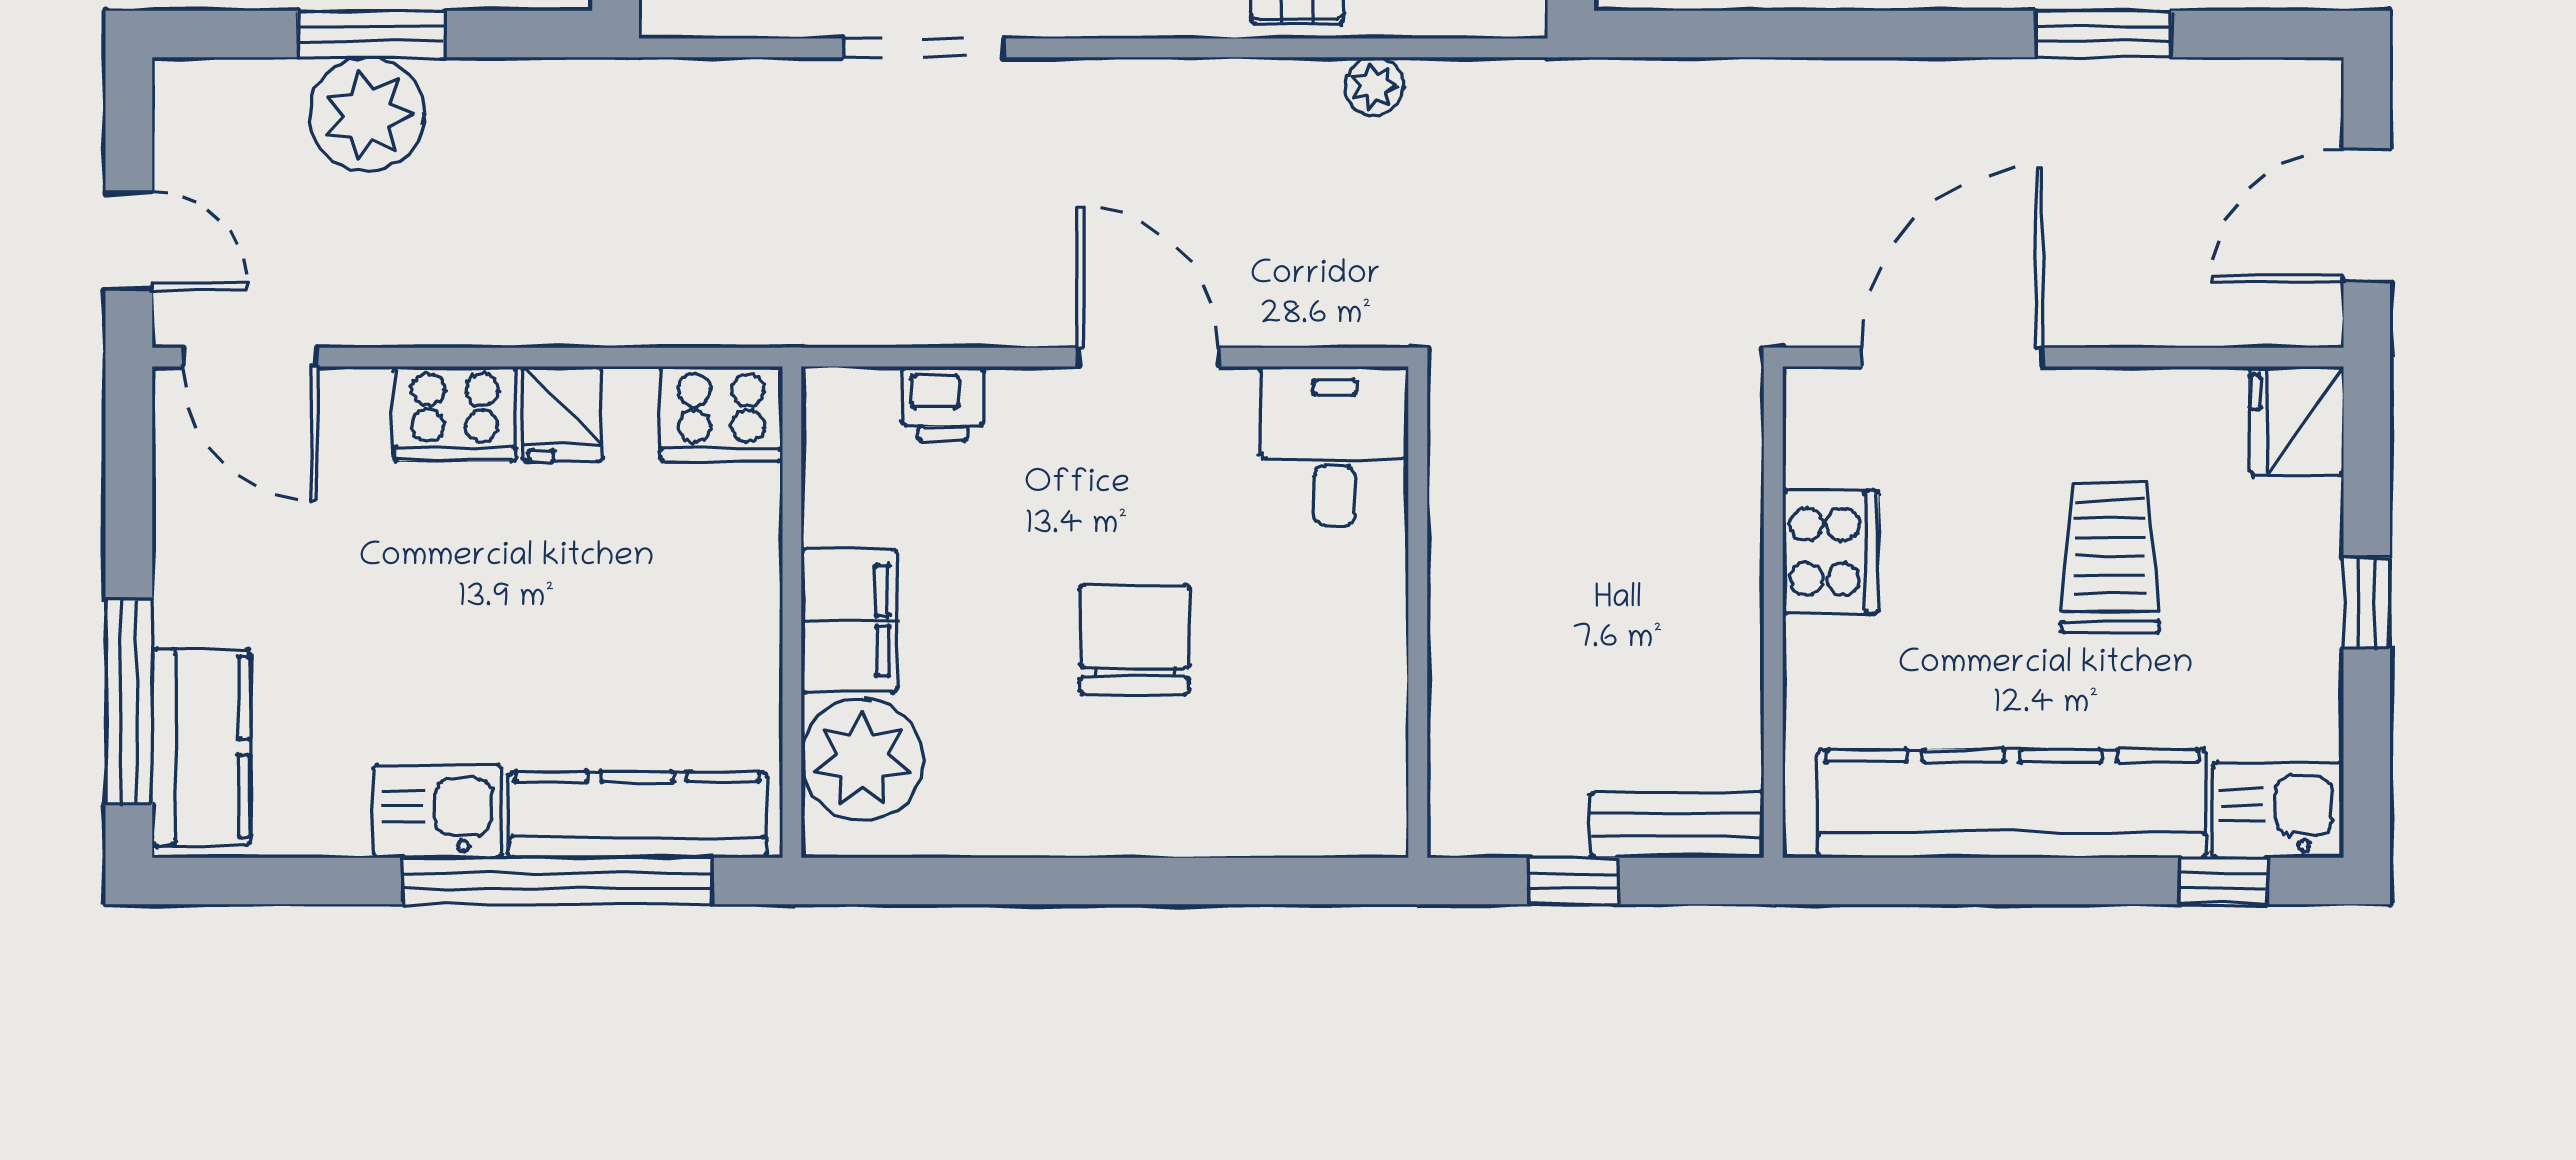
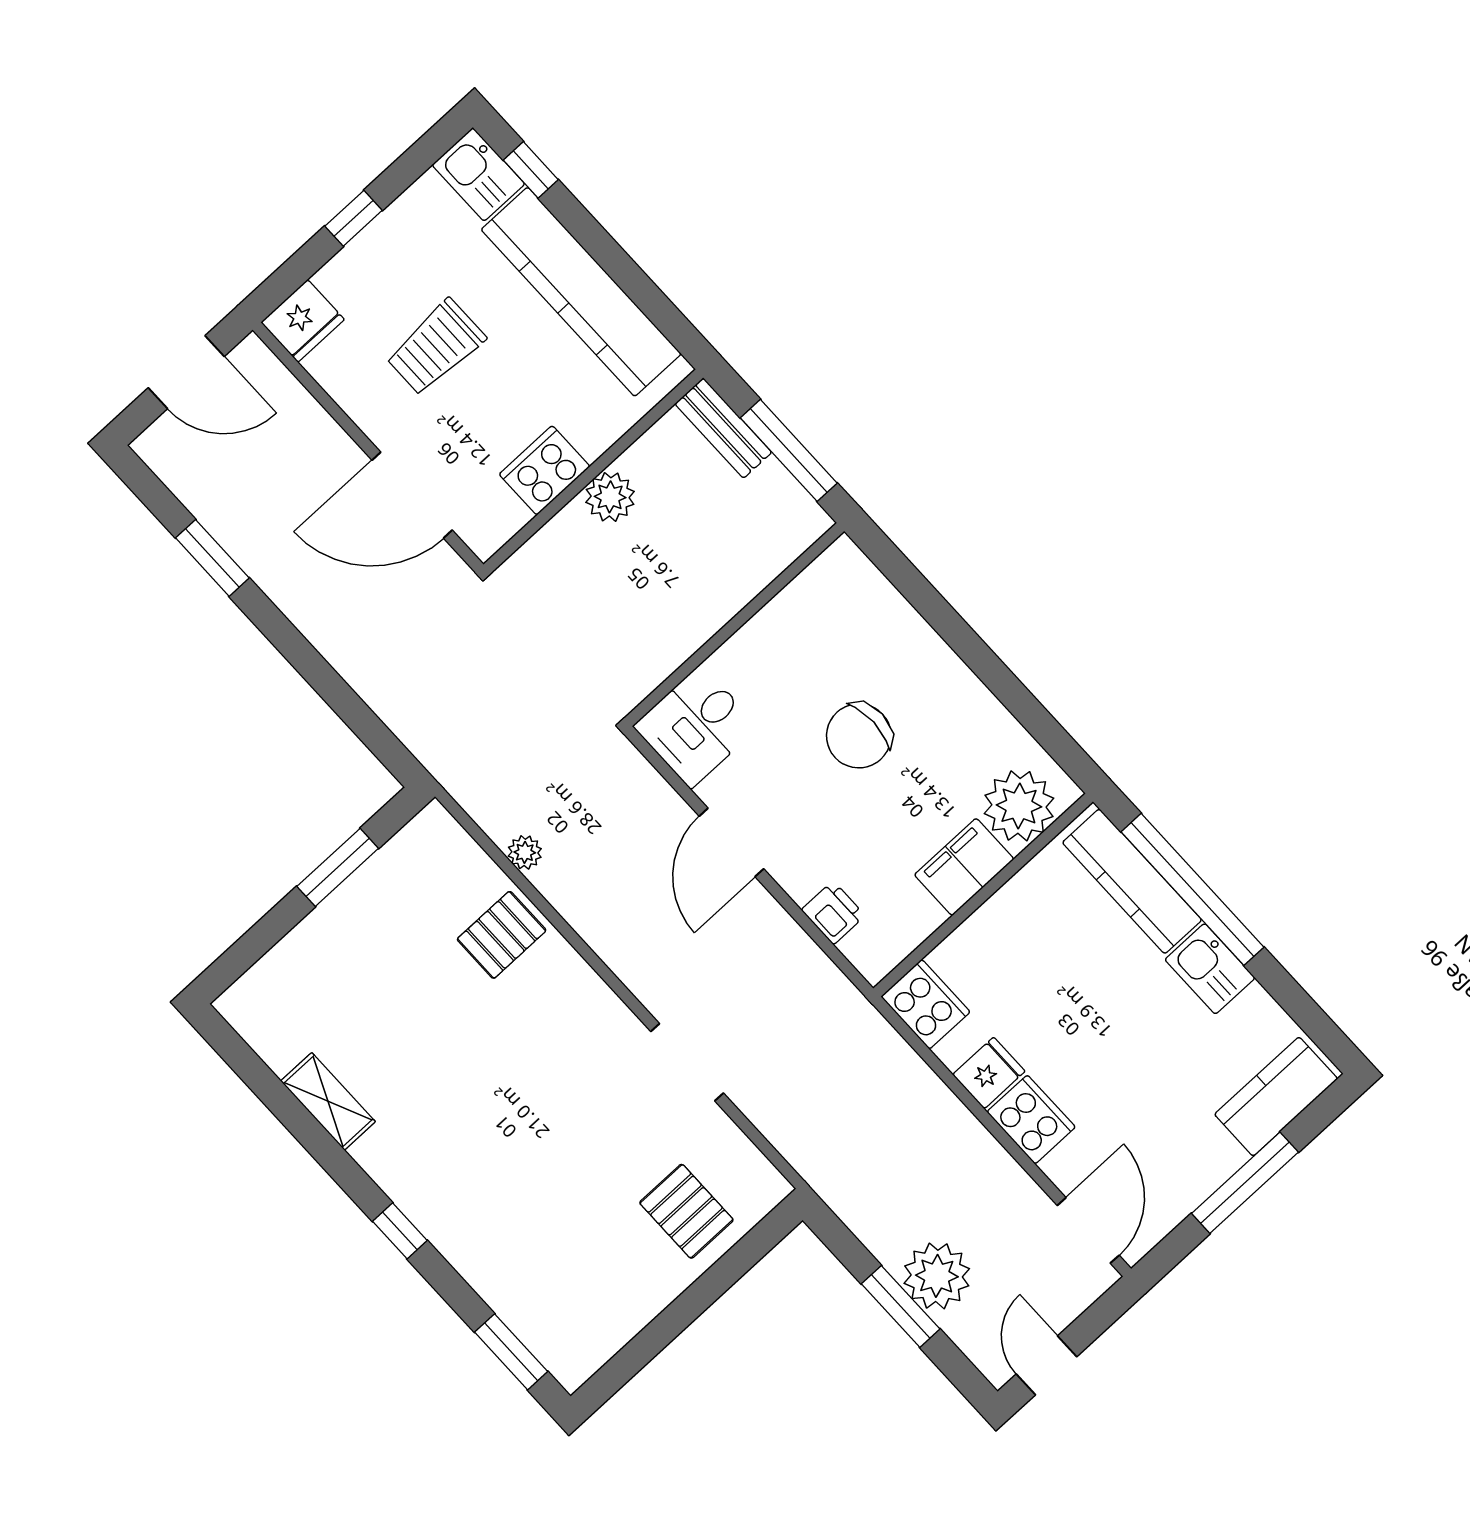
door: (129, 241) -> (1046, 1365), moved
plant: (1721, 603) -> (610, 497), added
window: (129, 702) -> (1245, 1183), moved
window: (1574, 881) -> (789, 450), width x2.17

